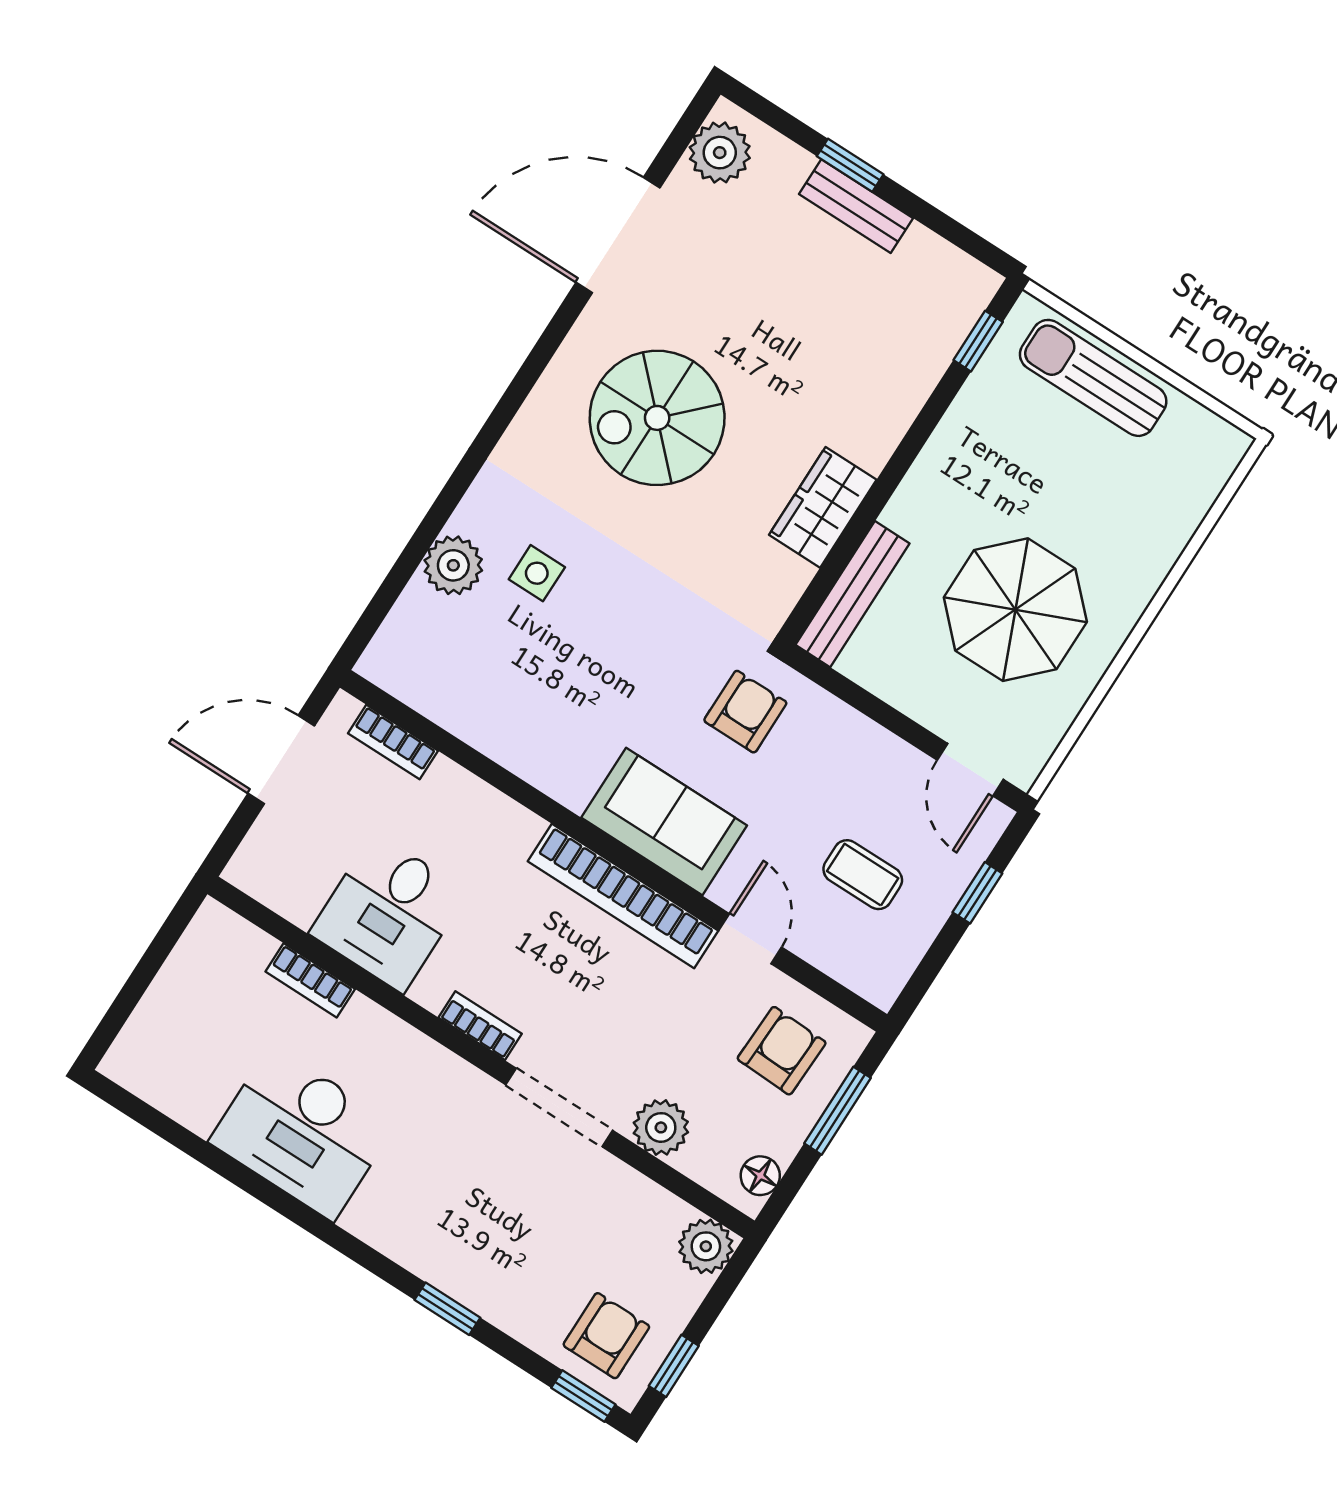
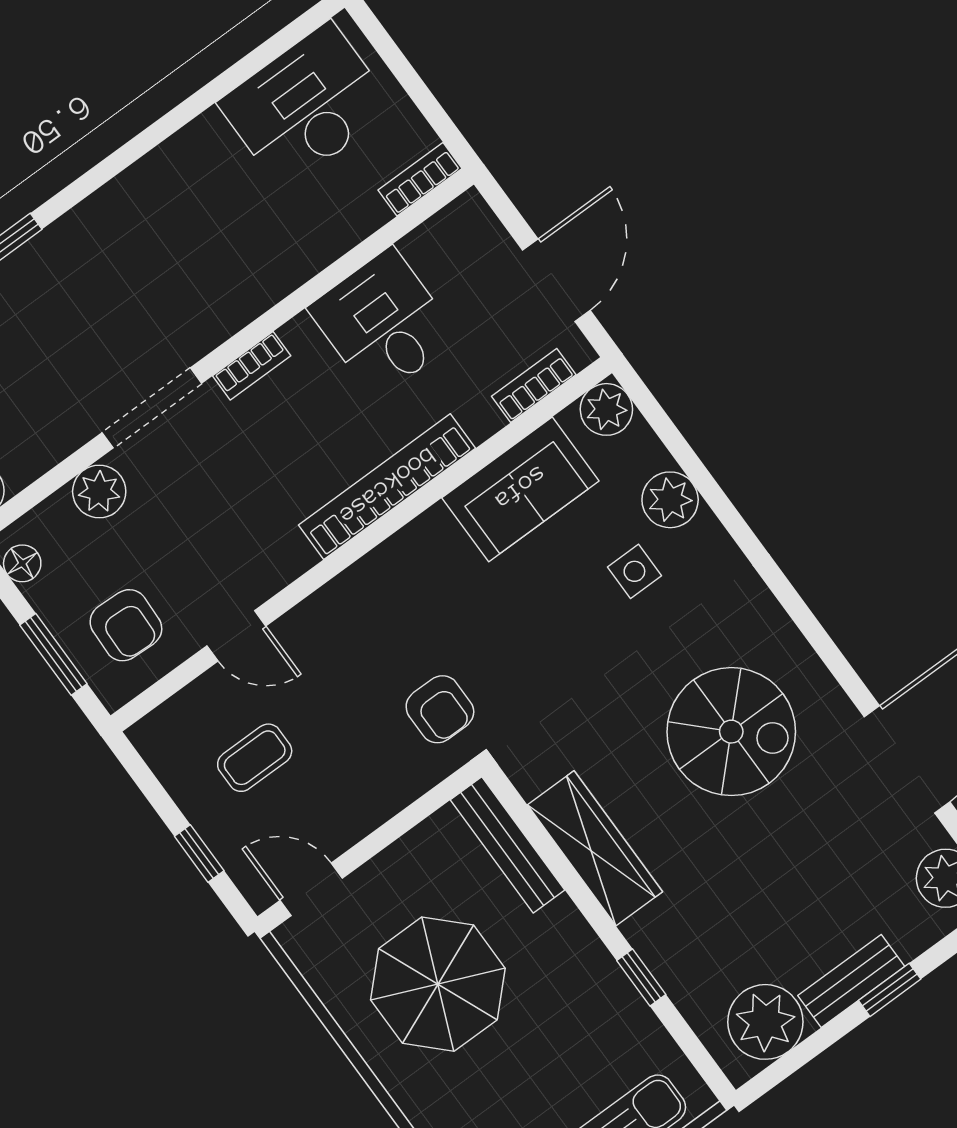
plant: (929, 275) -> (765, 1022), added
window: (978, 341) -> (641, 977), moved
spiral stairs: (657, 418) -> (731, 732), turned 90
wardrobe: (823, 507) -> (595, 848), width x1.50
plant: (389, 662) -> (606, 409), added
sofa: (664, 822) -> (520, 489), moved
bookcase: (623, 896) -> (387, 487), moved
bookcase: (310, 980) -> (420, 179), moved
desk: (302, 1133) -> (306, 106), moved

